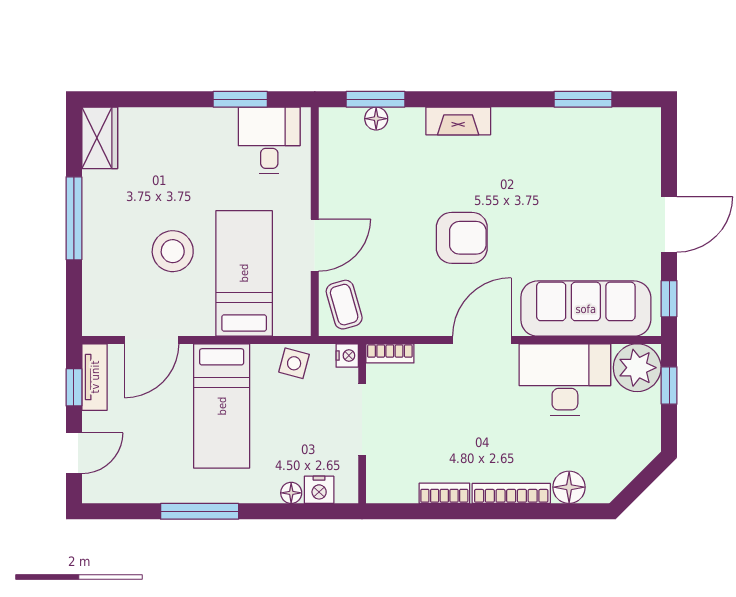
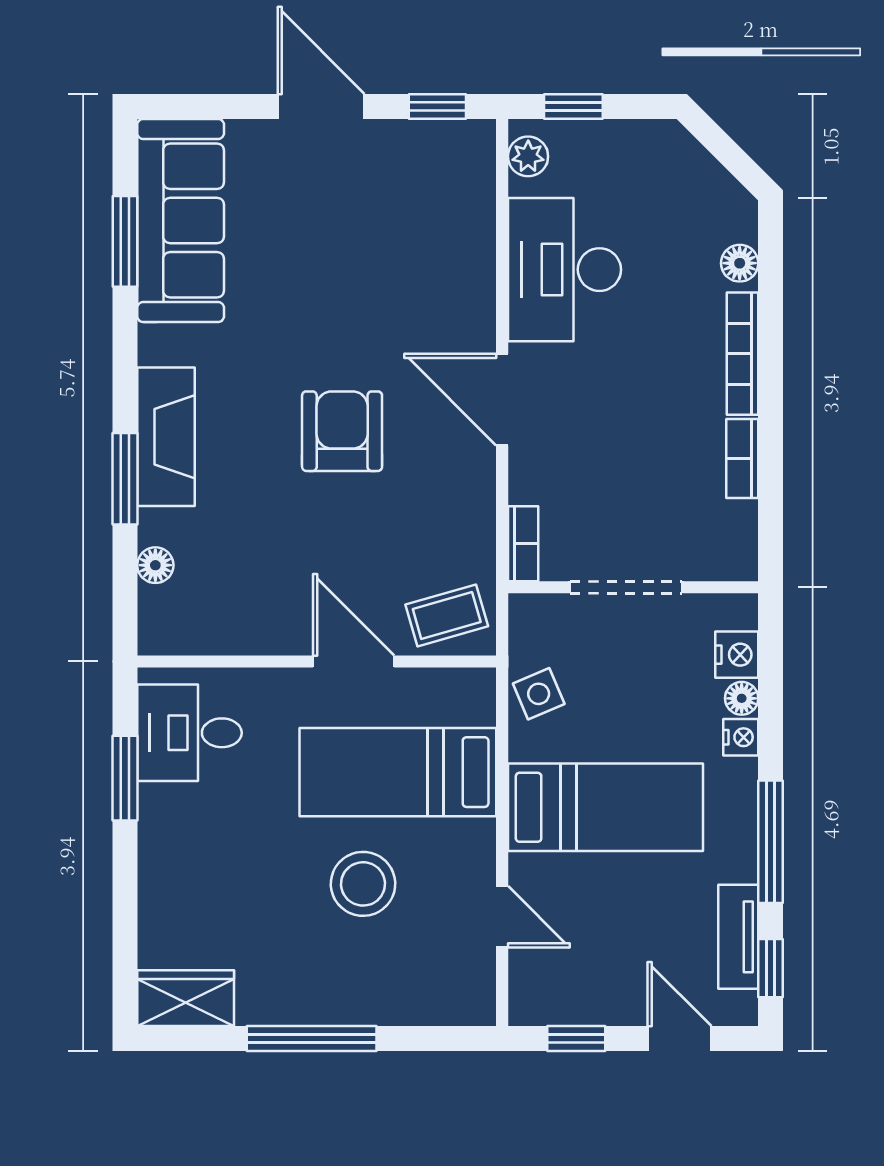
window: (376, 99) -> (125, 479), moved
fireplace: (458, 121) -> (166, 437), width x1.37, depth x1.32
sofa: (586, 309) -> (181, 220), moved, turned 180
door: (152, 340) -> (502, 917), width x0.73
nightstand: (347, 355) -> (741, 737), moved, turned 90
side table: (294, 363) -> (539, 694), turned -38
plant: (637, 368) -> (528, 156), width x0.53, depth x0.53
tv unit: (95, 377) -> (738, 937), moved, turned -90
floor lamp: (569, 487) -> (740, 263), width x0.73, depth x0.73
window: (119, 511) -> (771, 968), added

